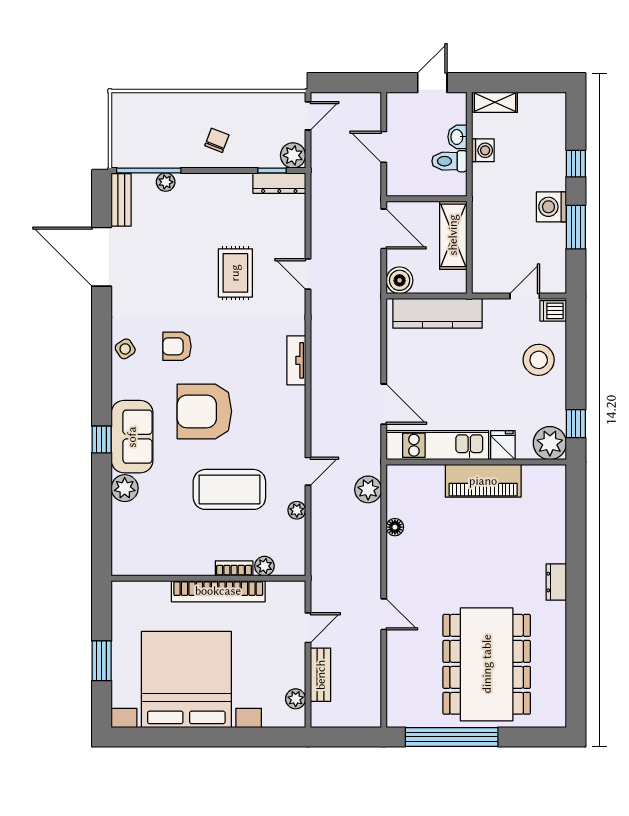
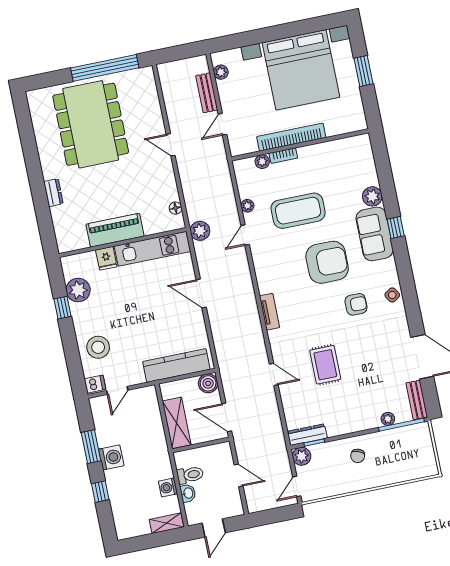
kitchen unit: (437, 445) -> (152, 249), moved
fridge: (503, 445) -> (106, 258), moved
wall: (476, 462) -> (123, 242), moved
piano: (483, 481) -> (115, 230), moved

